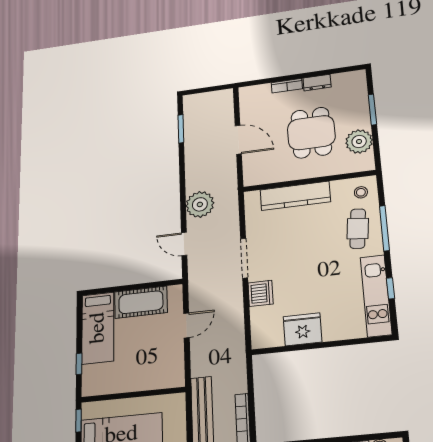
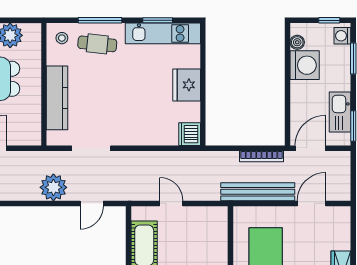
doorway: (244, 258) -> (91, 148), moved
window: (390, 288) -> (158, 20), width x1.50
dishwasher: (261, 293) -> (190, 134), moved, turned -90
fridge: (303, 329) -> (187, 85), moved

